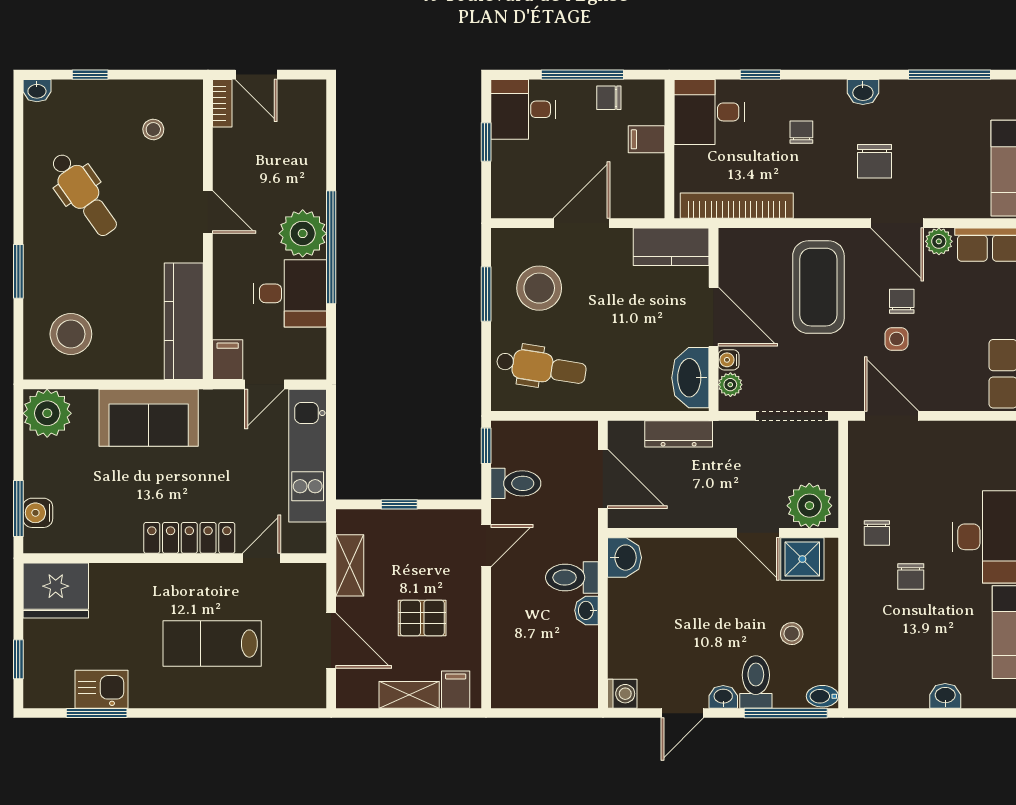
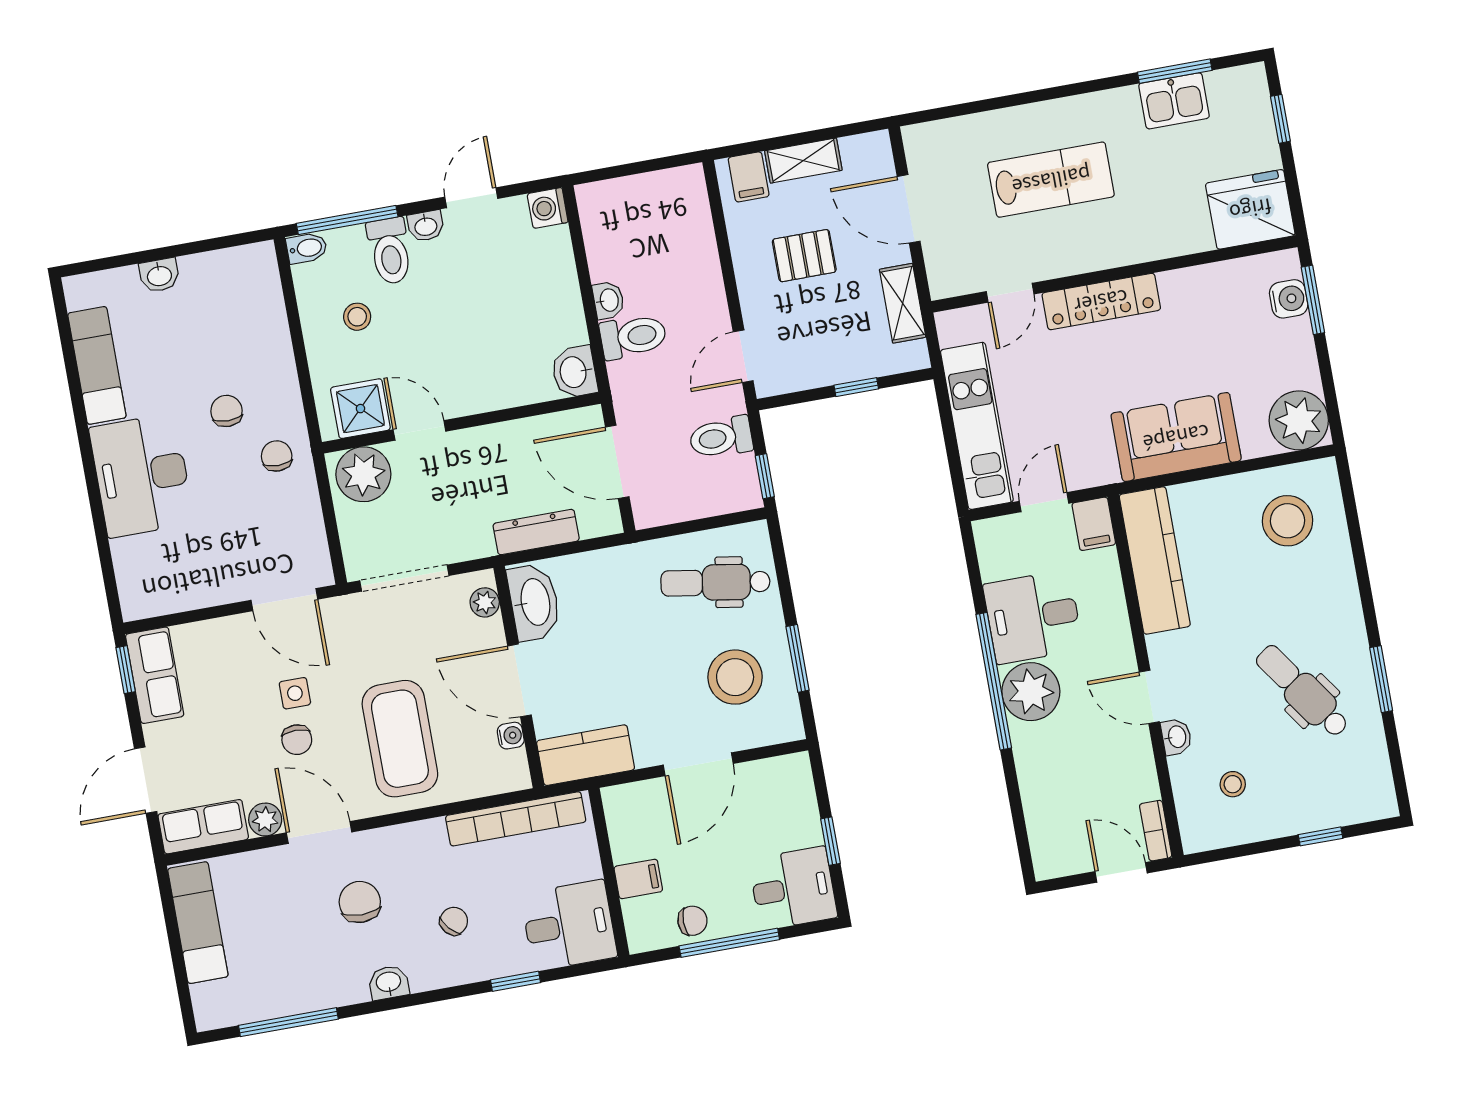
washbasin: (37, 91) -> (1176, 737), moved, turned 90
chair: (801, 132) -> (454, 921), turned -131
window: (18, 271) -> (1381, 679), moved
water cooler: (729, 360) -> (511, 736), moved

